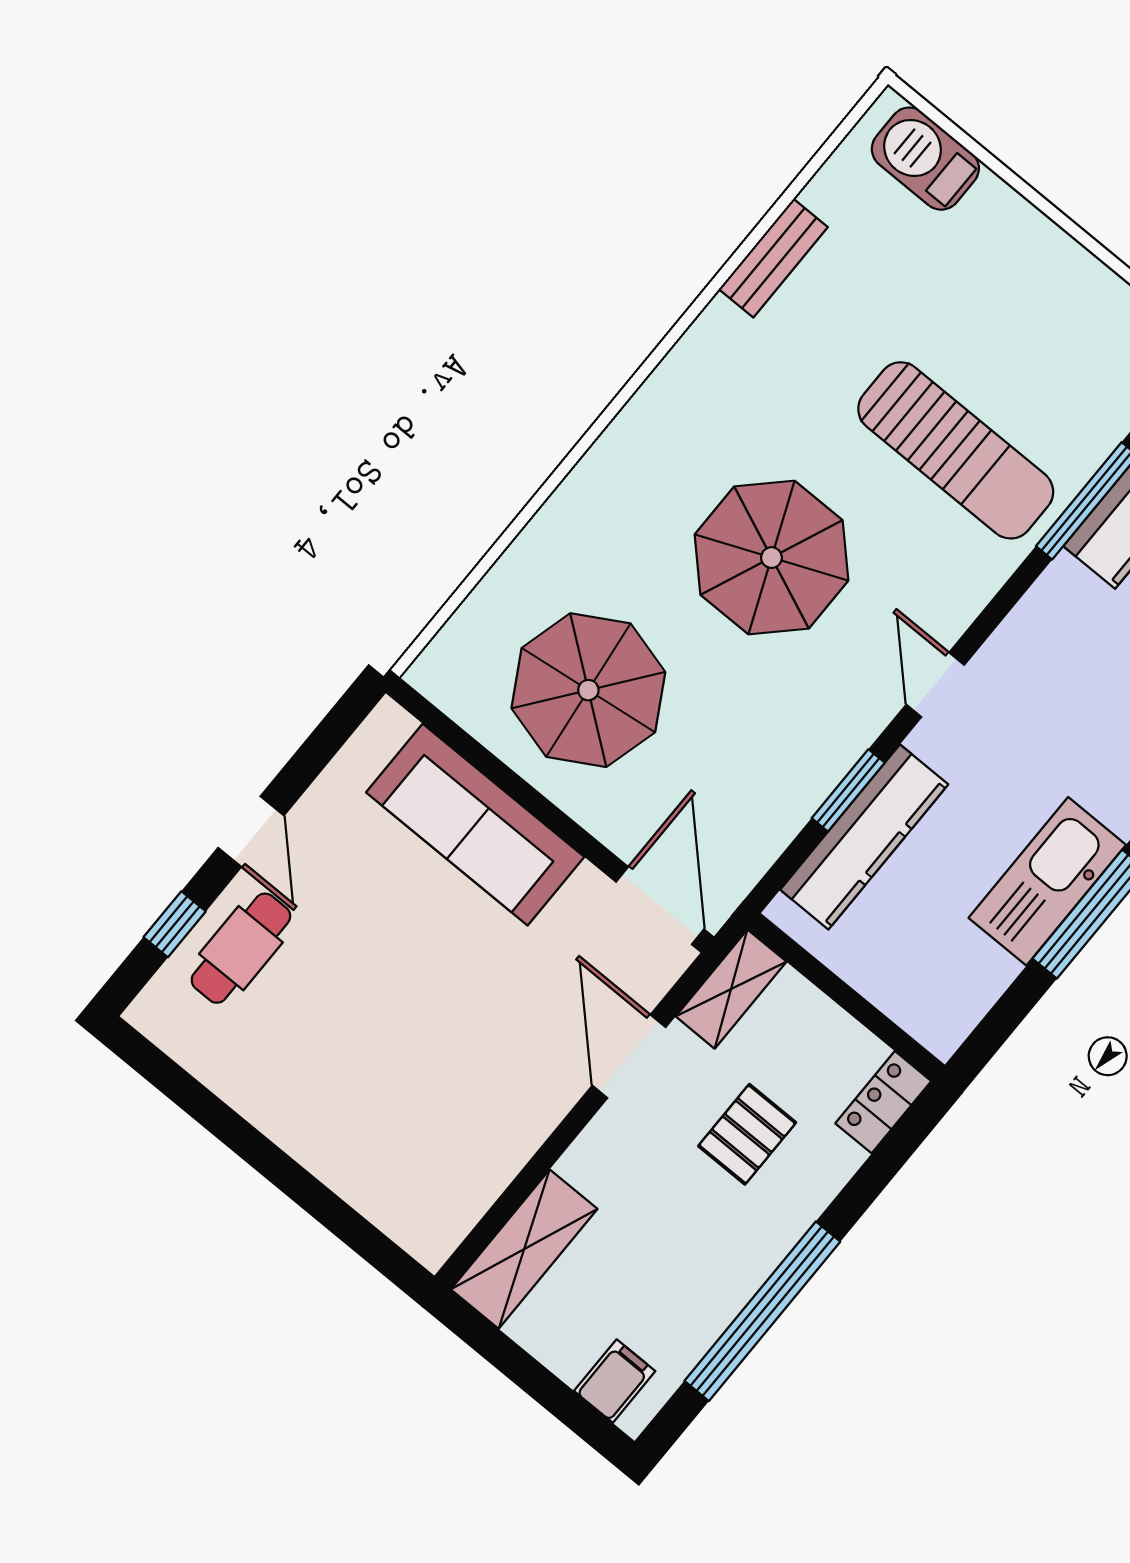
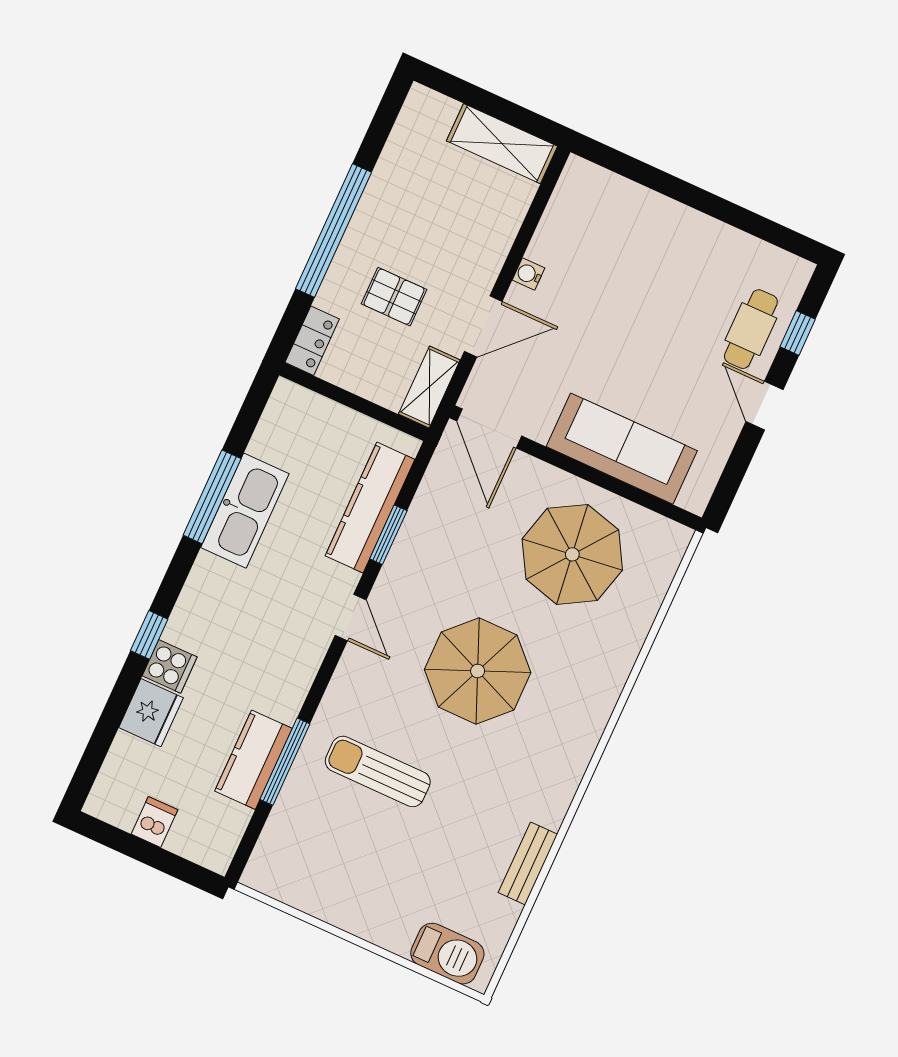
sun lounger: (956, 450) -> (378, 771), width x0.73, depth x0.75
door: (629, 1056) -> (483, 326), hinge flipped
water cooler: (543, 1115) -> (528, 274), added
pallet: (747, 1134) -> (394, 297), turned 90
shelving: (524, 1249) -> (502, 144), moved, turned 90
window: (762, 1311) -> (333, 230), moved
filing cabinet: (615, 1381) -> (437, 116), removed

